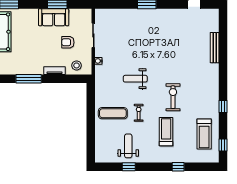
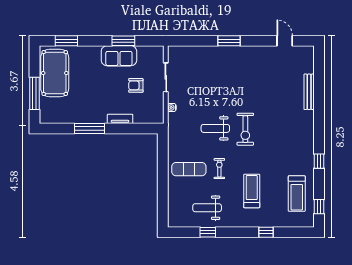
stool: (77, 65) -> (146, 113), removed
exercise bike: (173, 97) -> (245, 129), moved, turned 180
weight bench: (128, 146) -> (207, 208), turned -90

